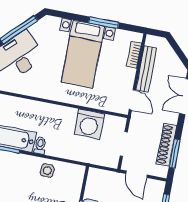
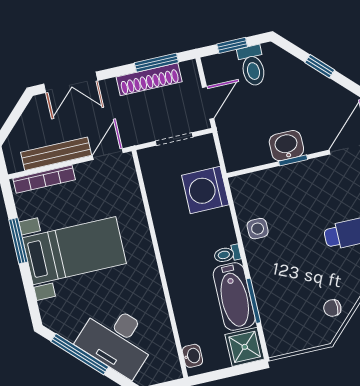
bookcase: (134, 55) -> (44, 179), width x1.56
washing machine: (89, 124) -> (205, 190), moved, turned 180

